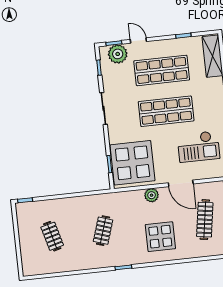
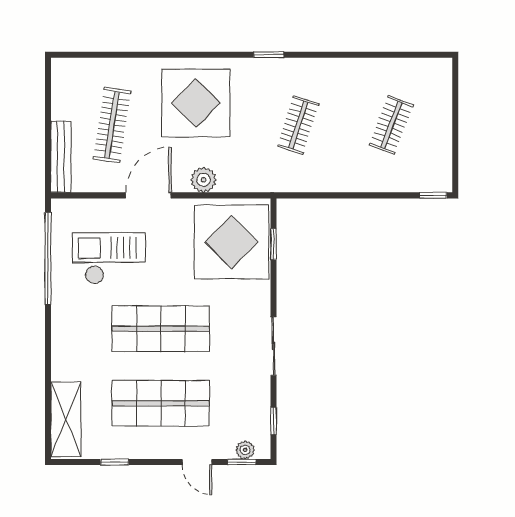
plant: (118, 54) -> (245, 450), width x0.53, depth x0.53
door: (181, 183) -> (148, 195), hinge flipped
clothes rail: (52, 236) -> (391, 125), turned 36
display table: (160, 237) -> (196, 103), width x1.36, depth x1.36

